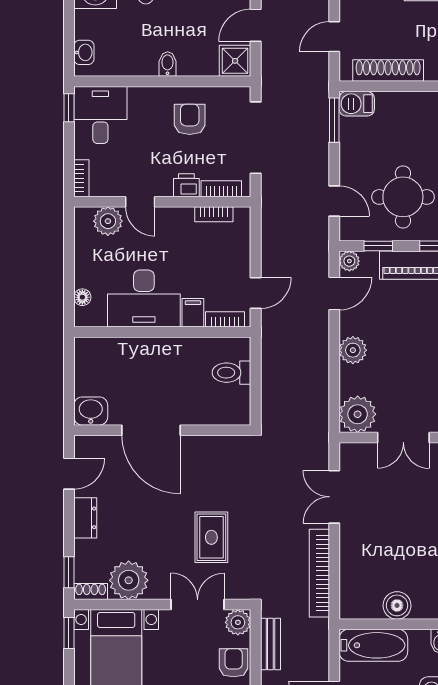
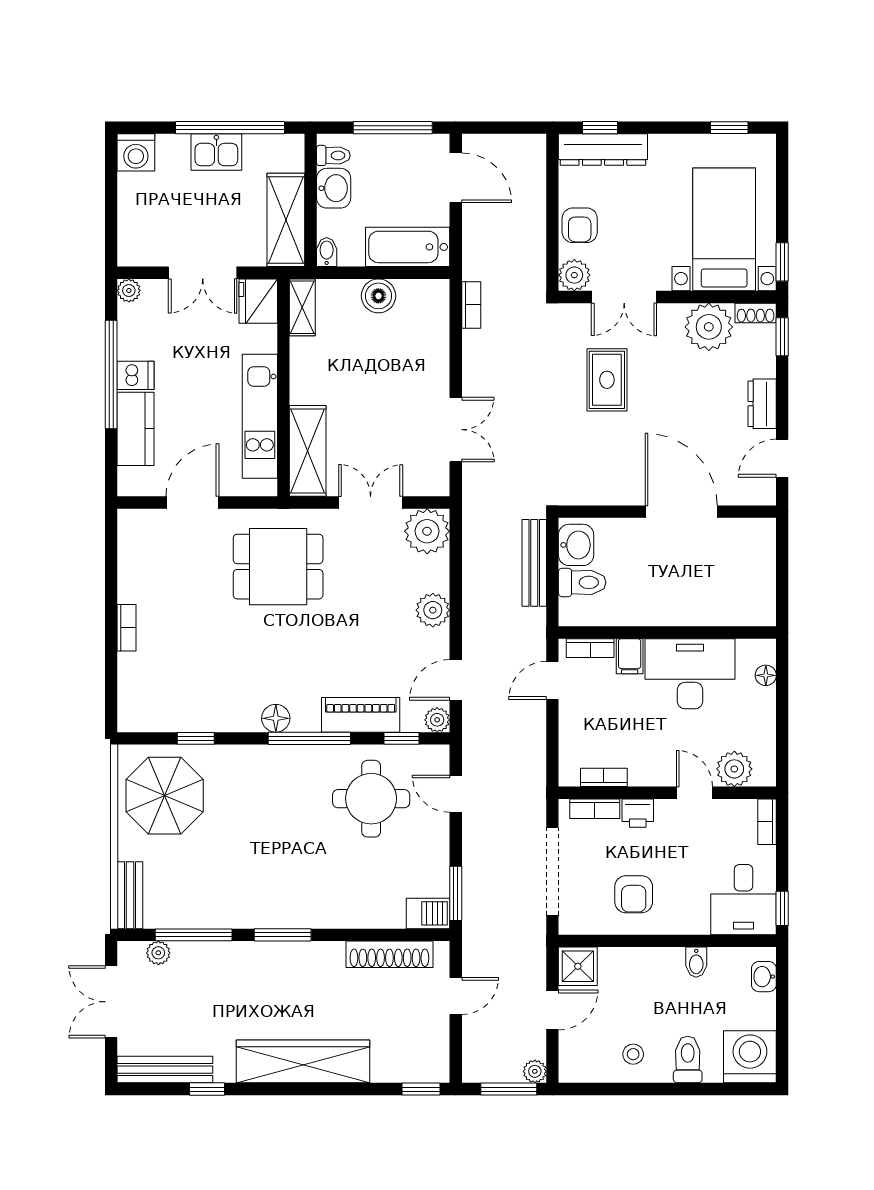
bidet: (168, 64) -> (696, 962), moved
washbasin: (91, 411) -> (576, 545), moved, turned -90
bookcase: (319, 573) -> (471, 305), width x0.43, depth x0.76
bench: (270, 644) -> (534, 563), moved, width x1.36

